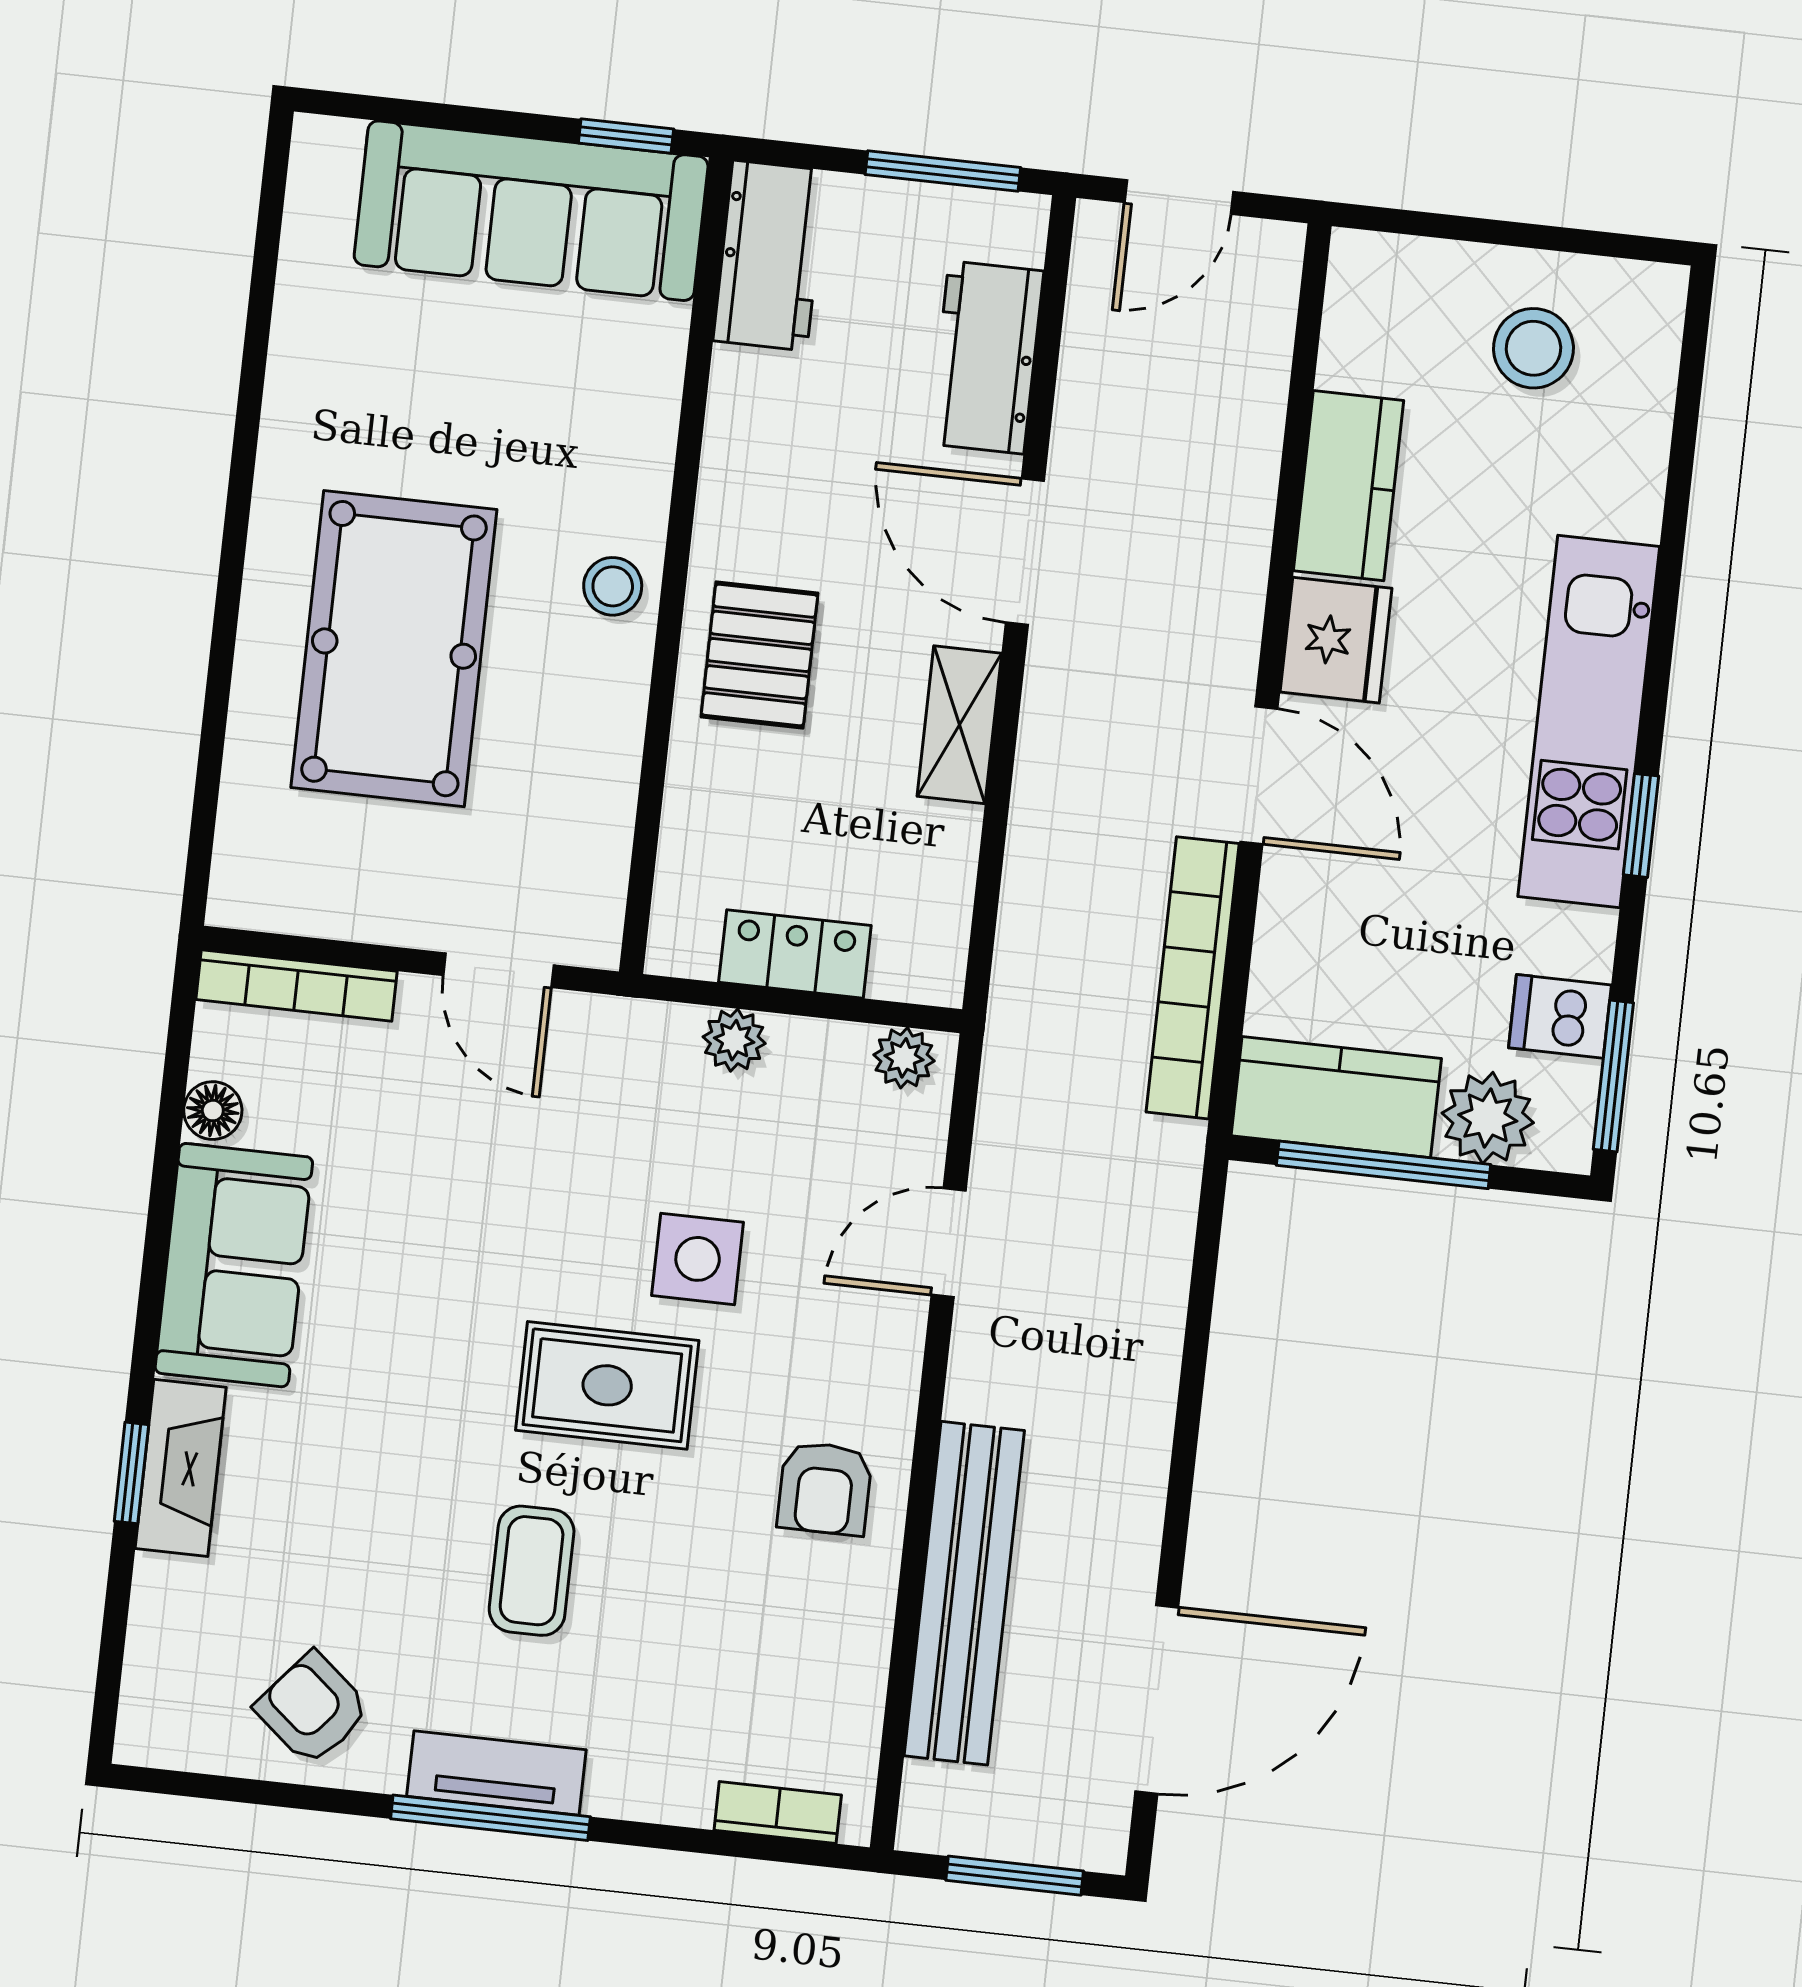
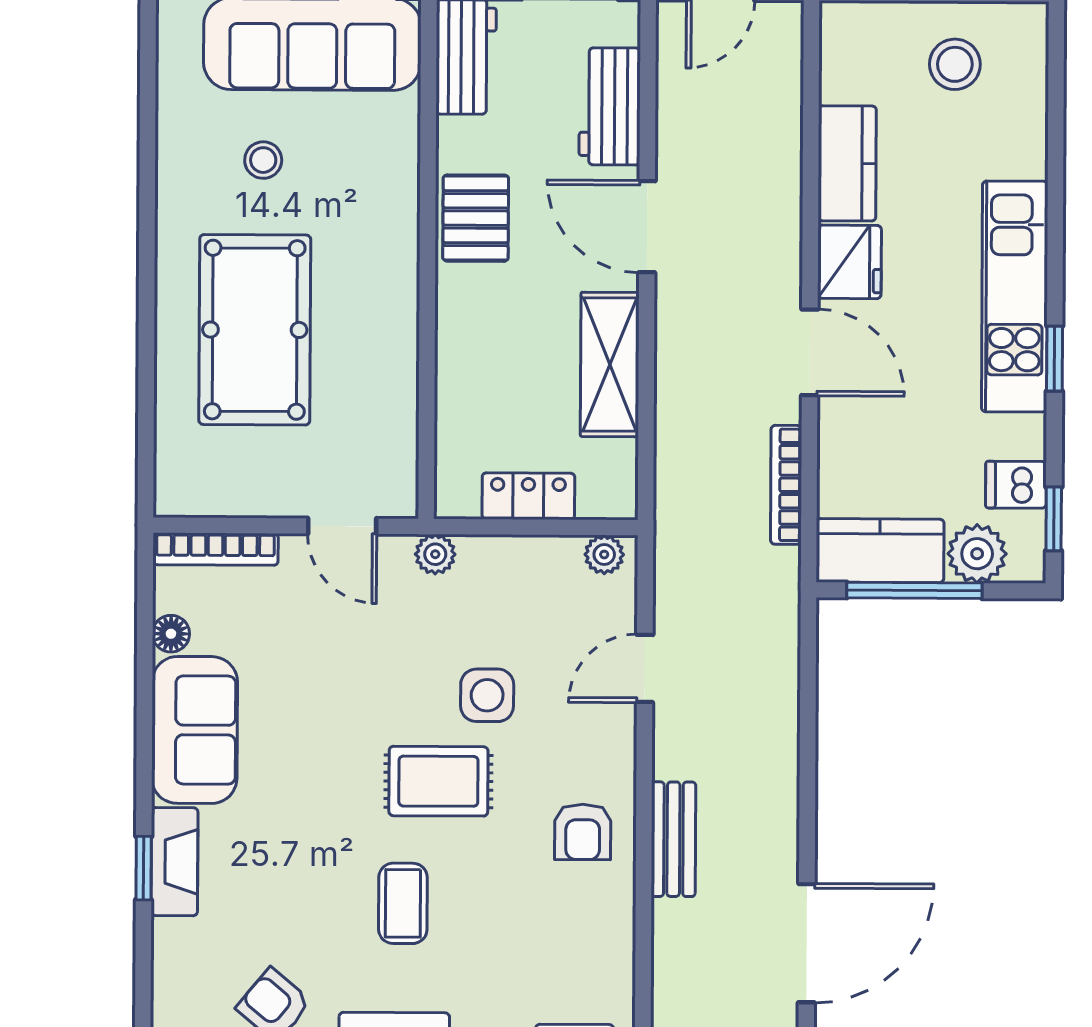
stool: (613, 586) -> (263, 160), moved
pallet: (759, 655) -> (476, 218), moved
shelving: (959, 725) -> (610, 364), width x1.50, depth x1.33
bookcase: (1193, 978) -> (786, 485), width x0.68, depth x0.76
plant: (734, 1040) -> (435, 554), moved
window: (1613, 1076) -> (1054, 519), width x0.67
bench: (964, 1593) -> (673, 839), width x0.54, depth x0.82

